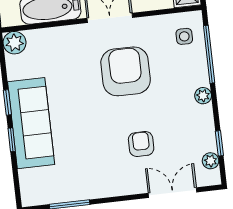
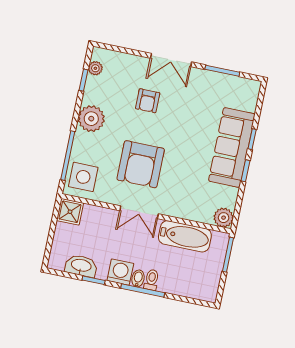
side table: (184, 36) -> (83, 177), width x1.87, depth x1.87
plant: (203, 96) -> (91, 119), width x1.87, depth x1.87
double door: (173, 193) -> (171, 60), moved

